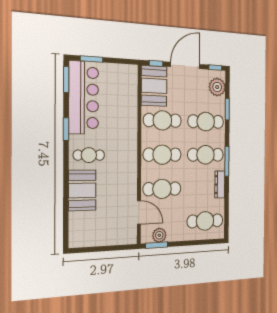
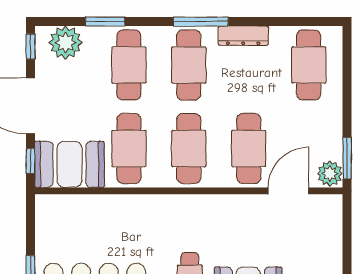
plant: (159, 235) -> (330, 174), moved

